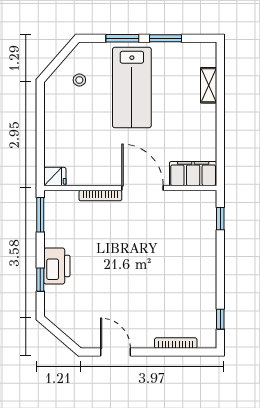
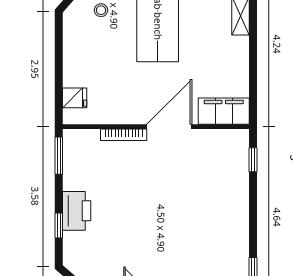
fridge: (55, 176) -> (75, 98), moved
door: (143, 188) -> (169, 127), hinge flipped

